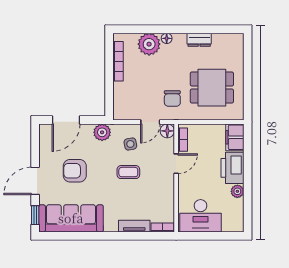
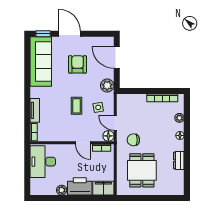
plant: (149, 44) -> (179, 118), width x0.53, depth x0.53

